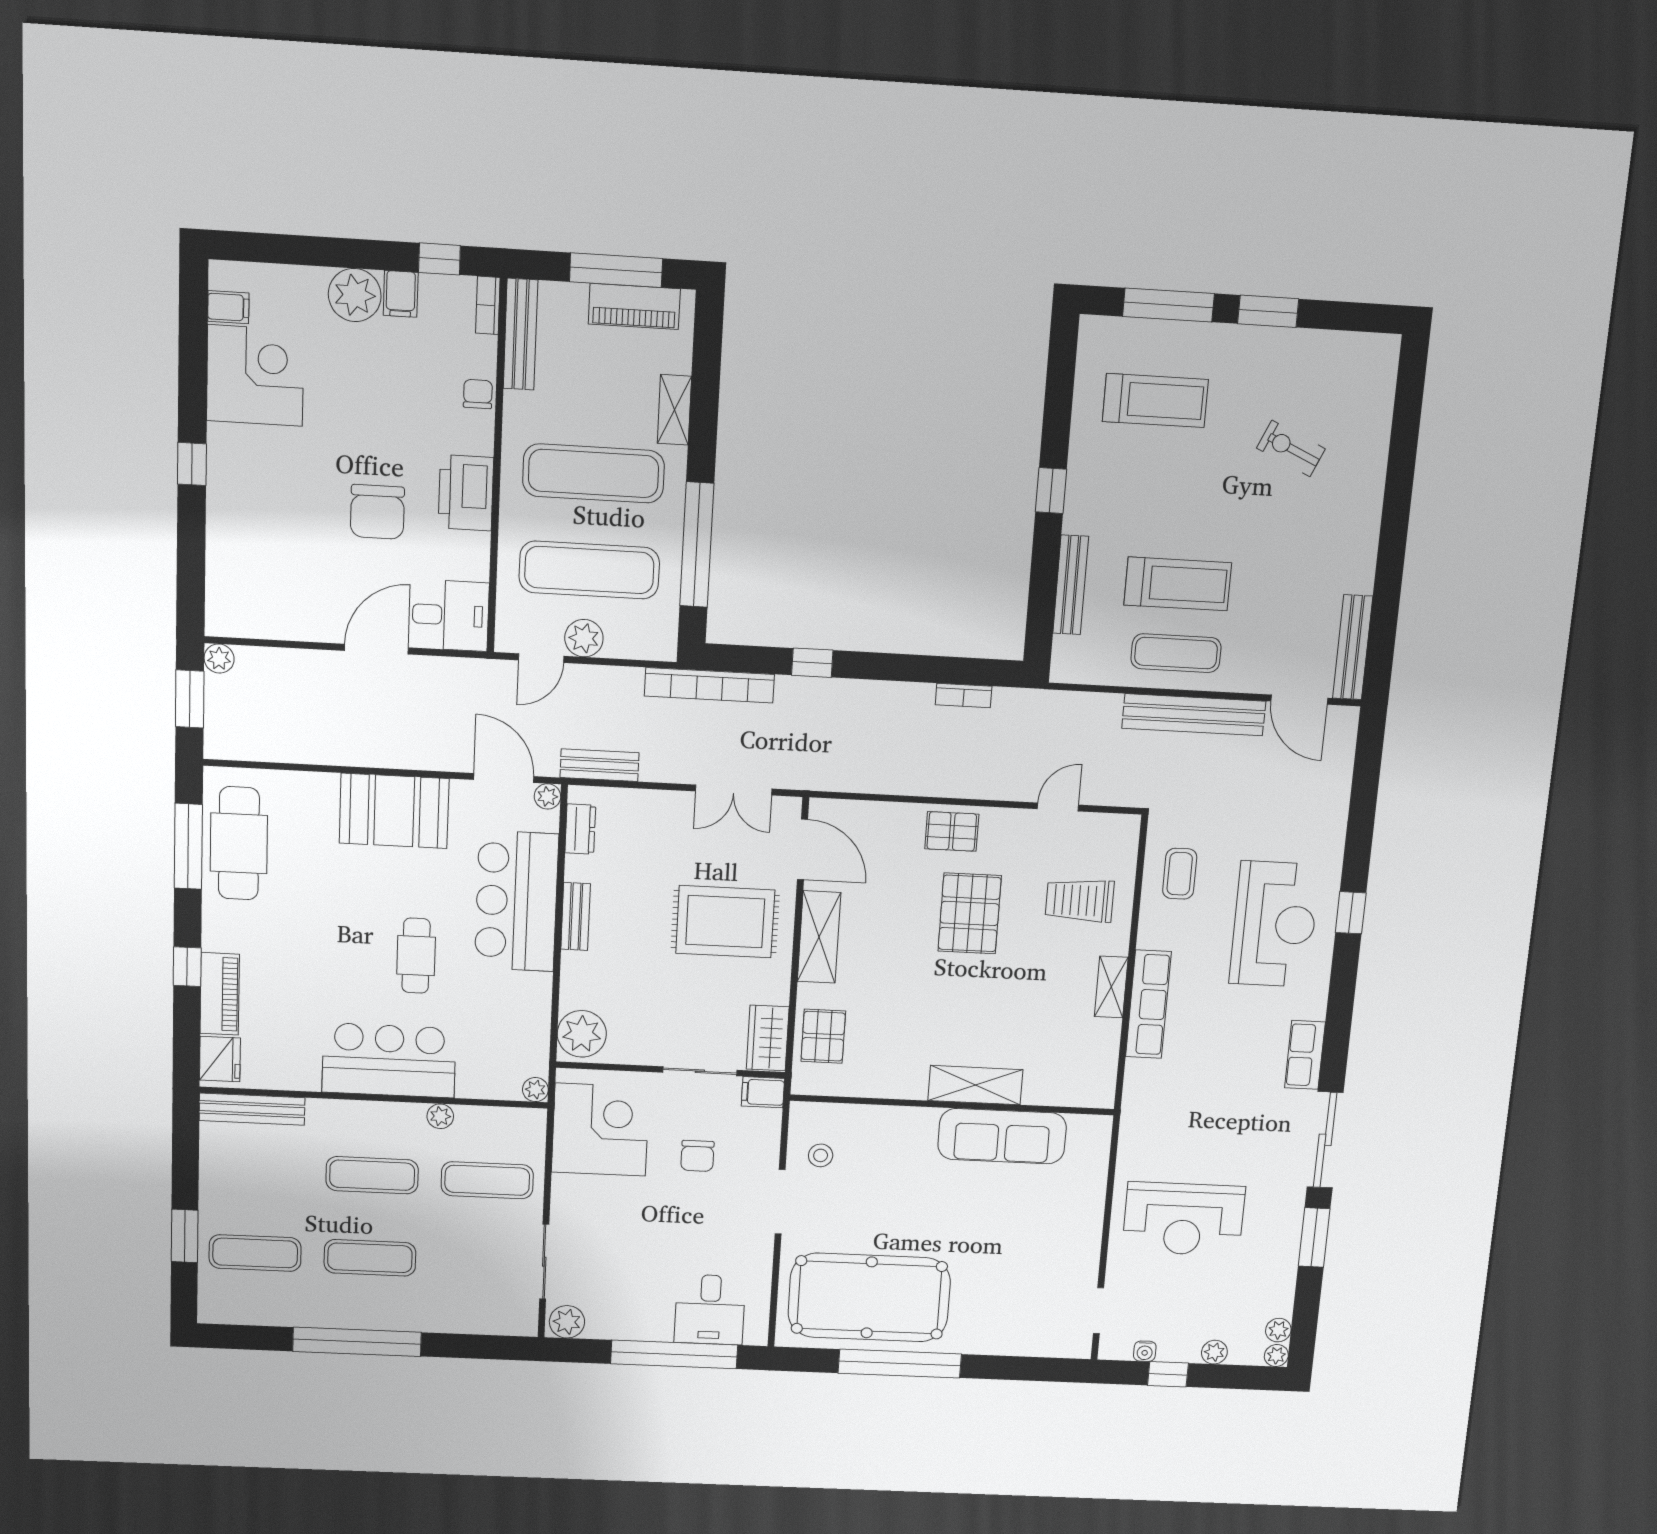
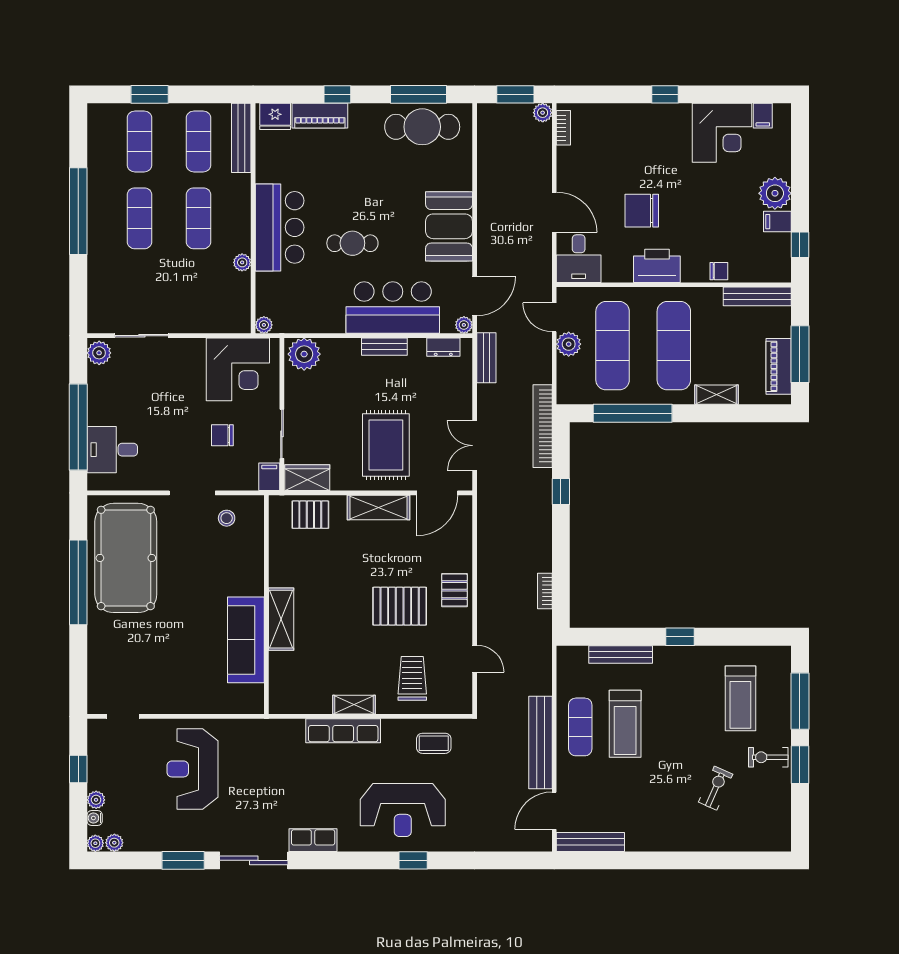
bookcase: (488, 305) -> (563, 128), moved, turned 90
exercise bike: (1251, 362) -> (768, 757), added
exercise mat: (487, 1180) -> (199, 141), moved
water cooler: (1145, 1351) -> (95, 818), moved

